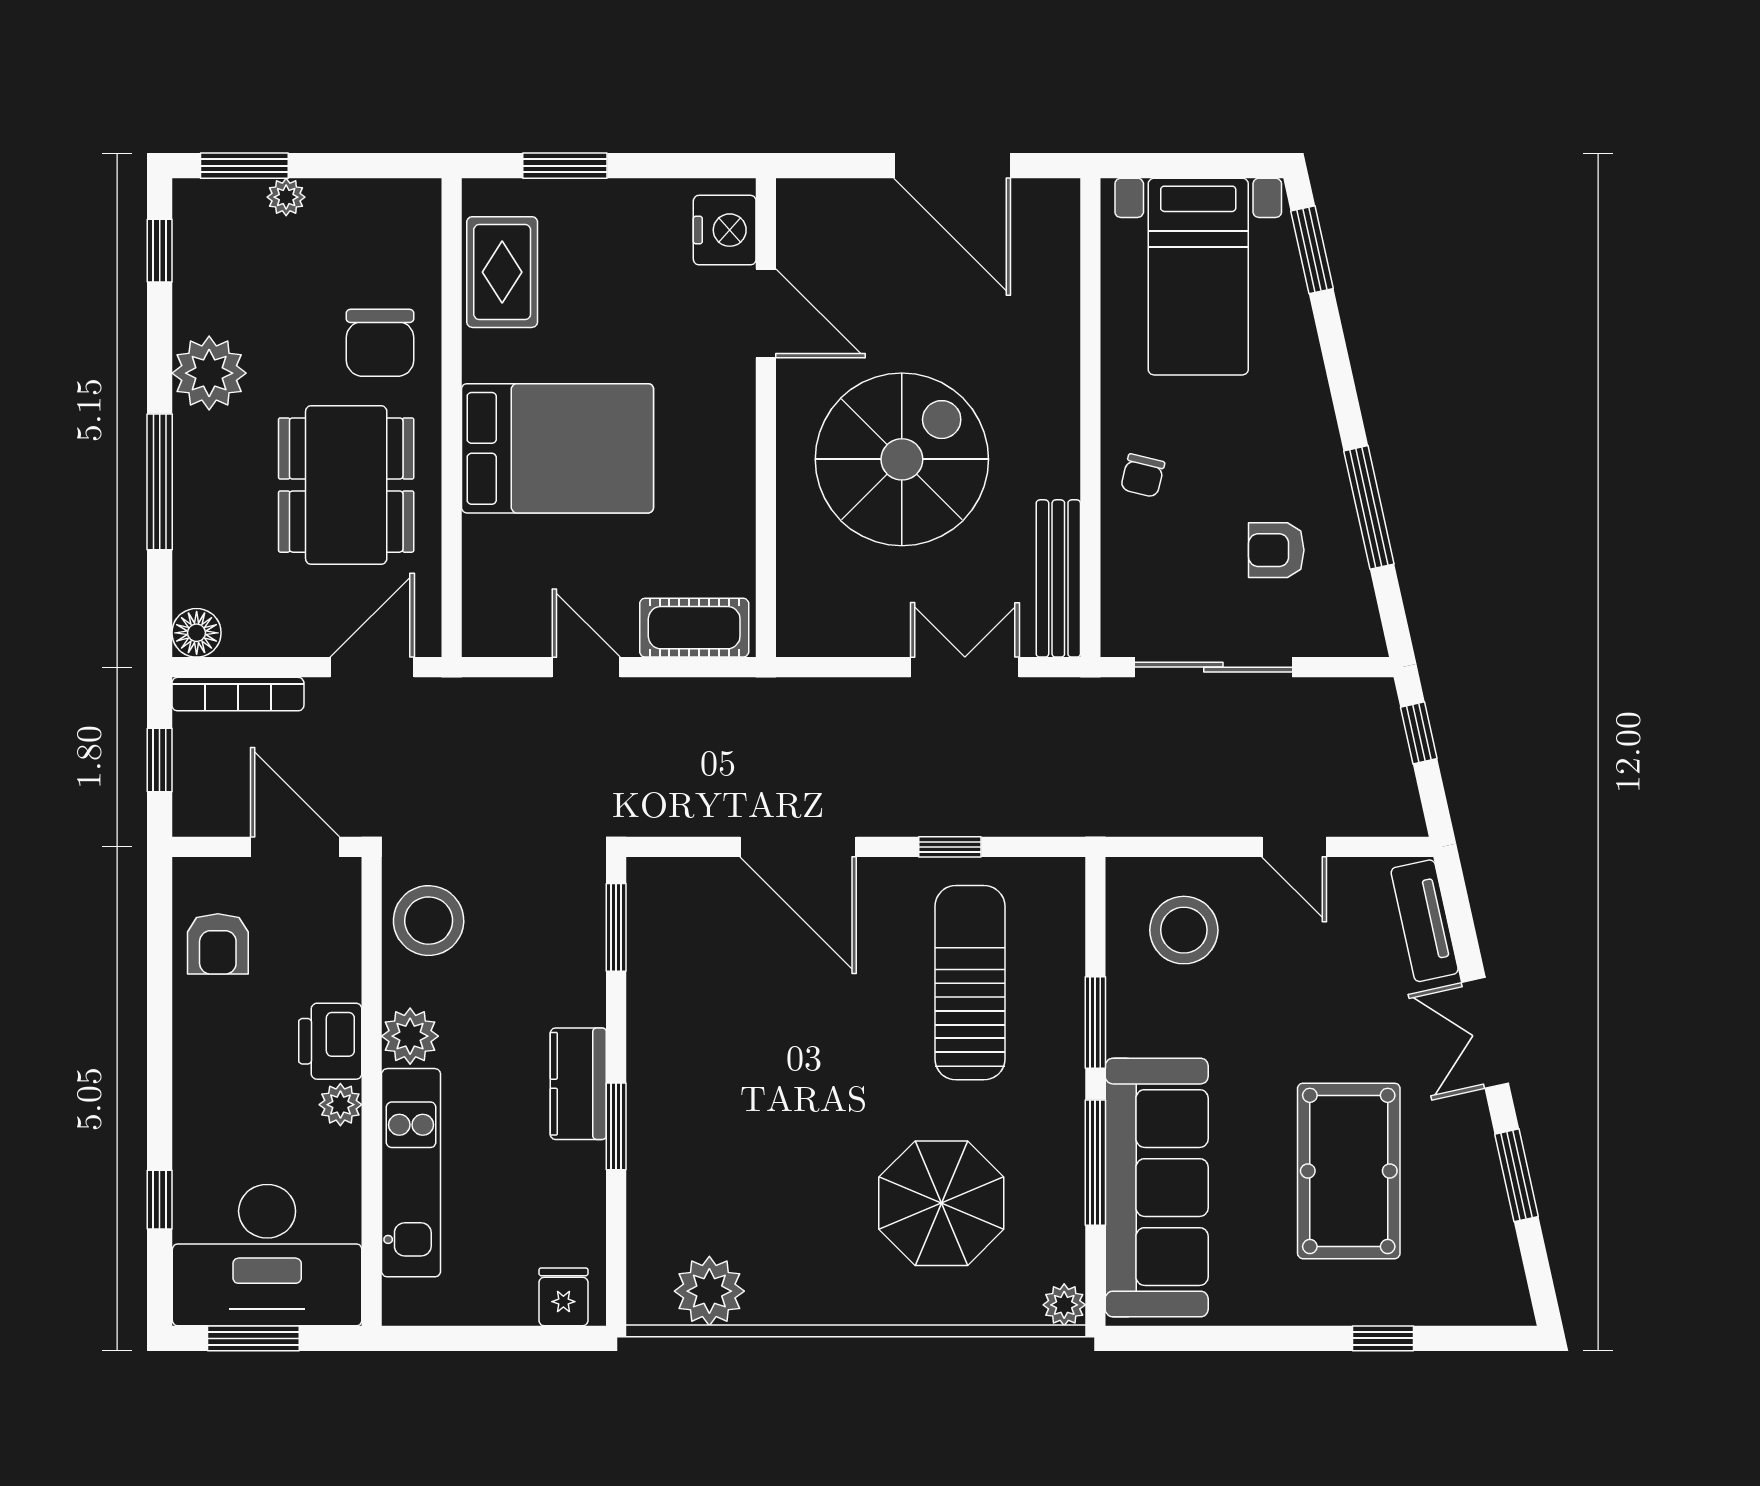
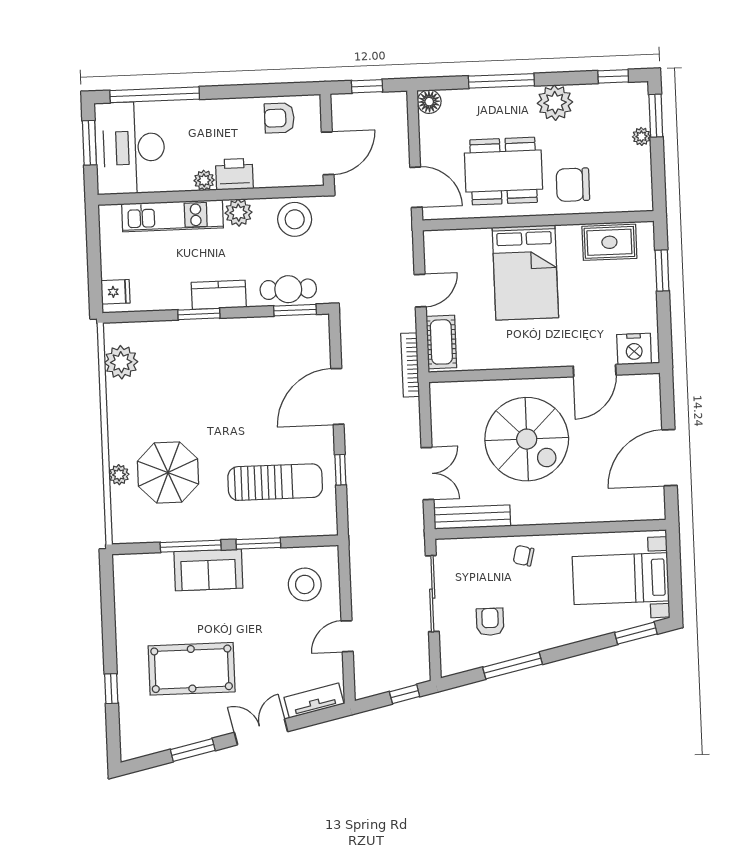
bookcase: (238, 694) -> (410, 365), moved
cafe table: (572, 940) -> (288, 289), added
sofa: (1157, 1188) -> (208, 570), width x0.54, depth x0.79
window: (160, 1200) -> (155, 95), width x3.17
plant: (1064, 1305) -> (119, 475), moved

